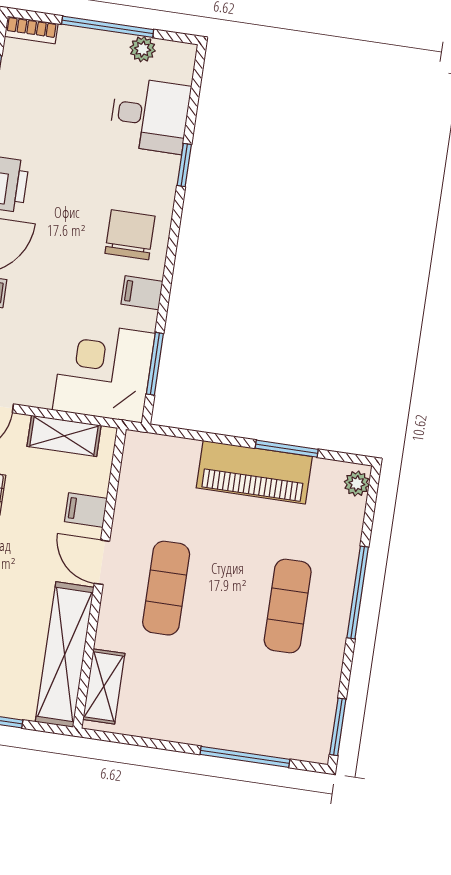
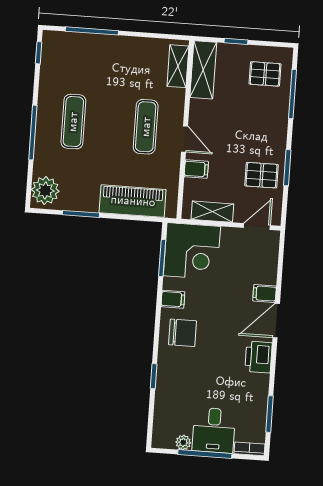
desk: (150, 115) -> (214, 430), moved, turned -90
chair: (130, 235) -> (183, 333), turned -90
piano: (254, 472) -> (133, 201), moved
plant: (357, 484) -> (45, 190), width x1.87, depth x1.87
shelving: (65, 655) -> (203, 70), width x0.68
window: (338, 727) -> (39, 53), width x0.67

